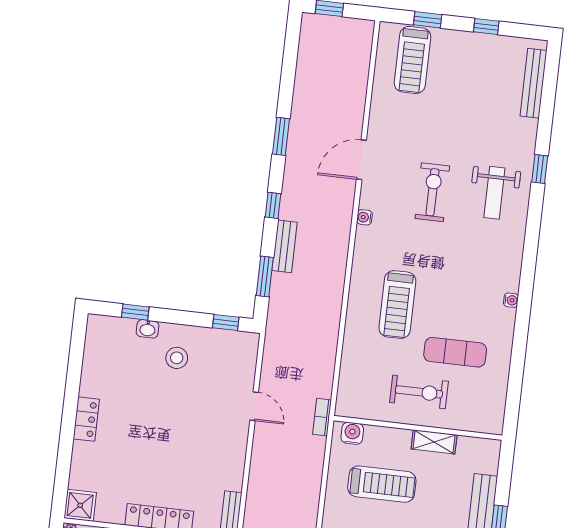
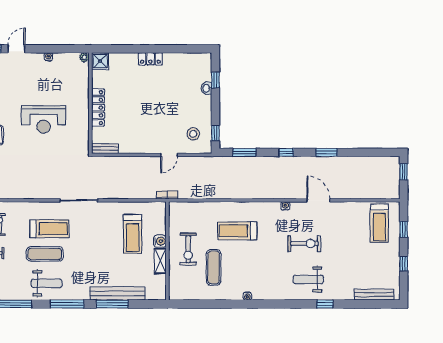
treadmill: (412, 60) -> (379, 223), turned -90
bench: (285, 246) -> (263, 162), removed
stool: (177, 358) -> (193, 134), moved
water cooler: (352, 433) -> (160, 241), moved

